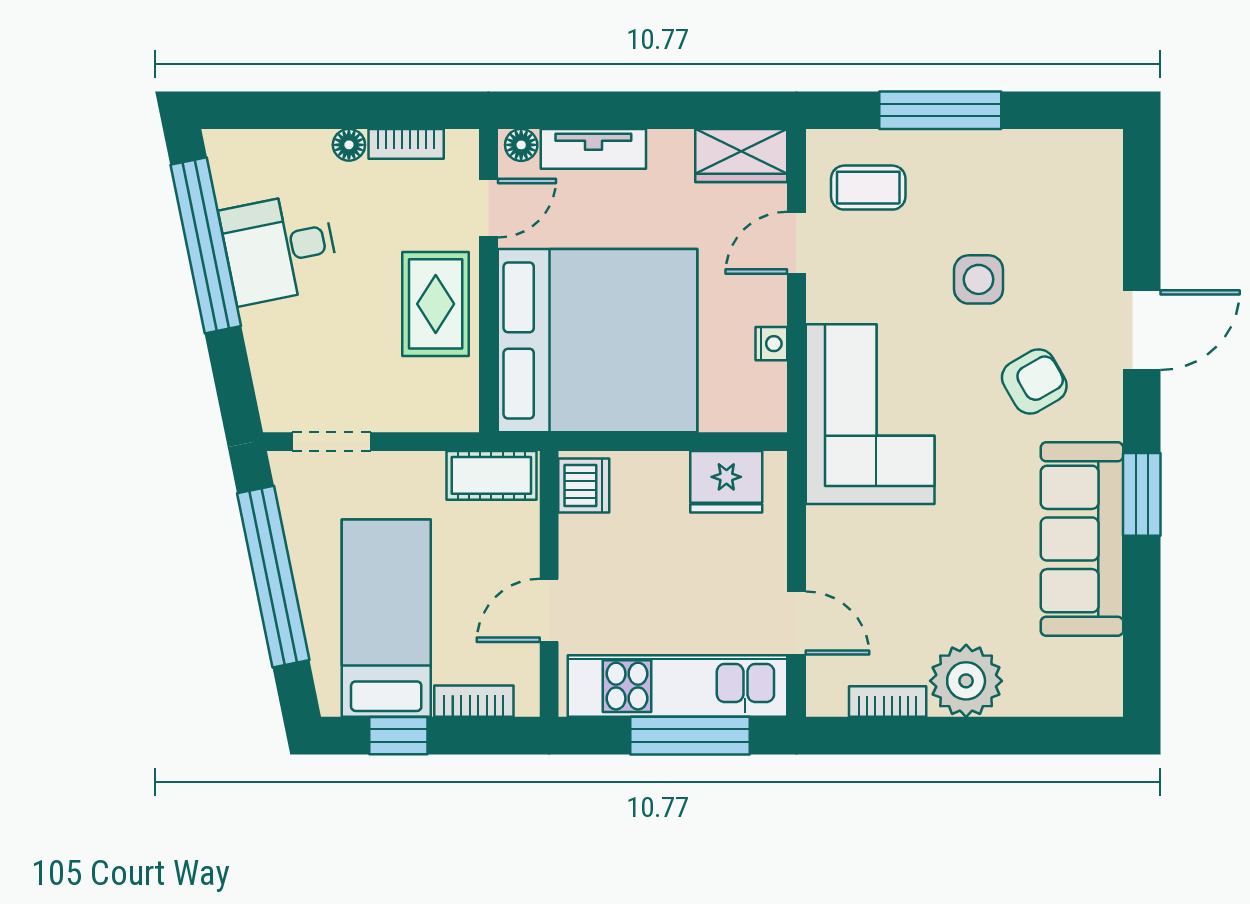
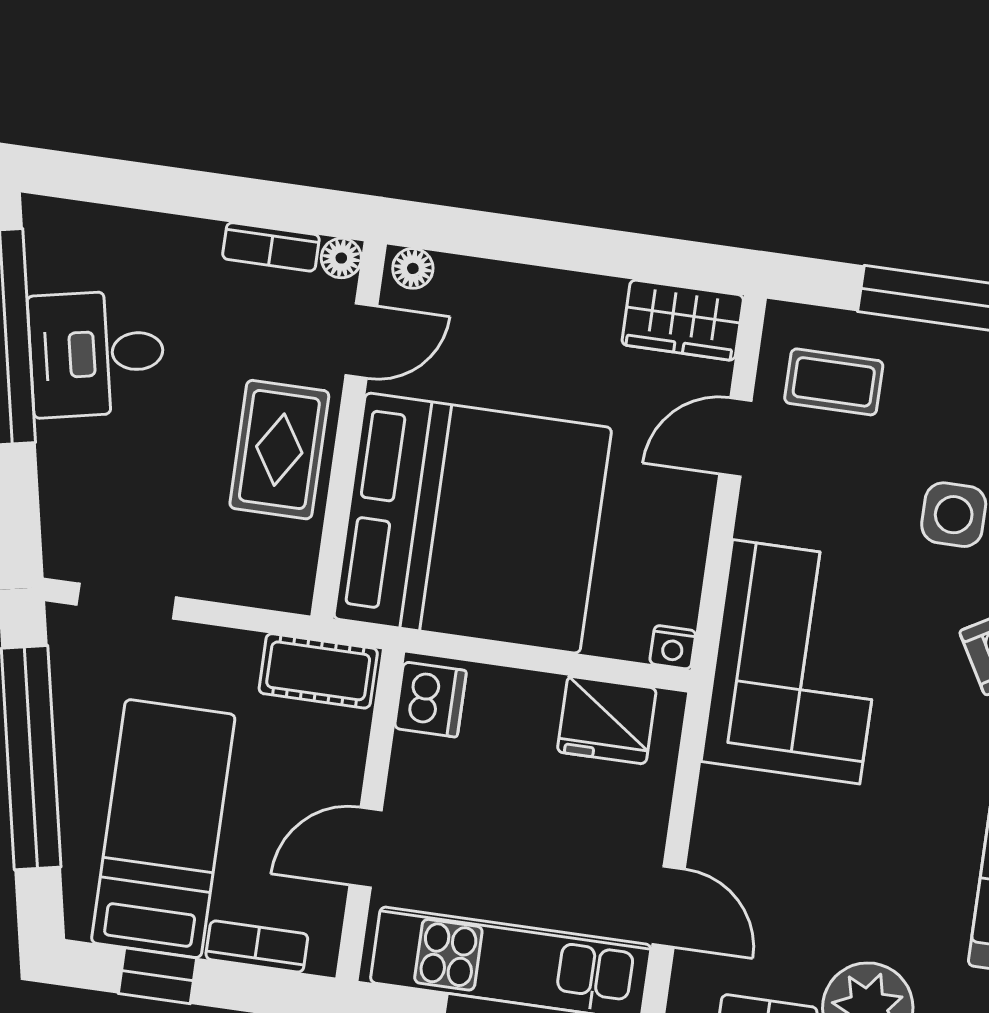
floor lamp: (349, 145) -> (341, 258), moved
tv unit: (593, 149) -> (501, 286), removed
nightstand: (771, 344) -> (673, 647), moved, turned 90

